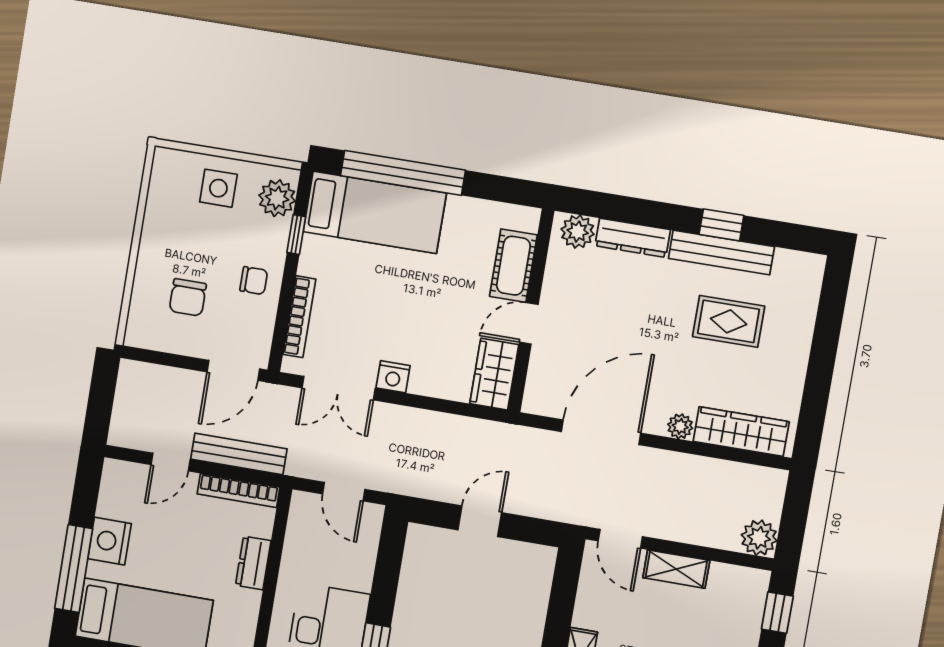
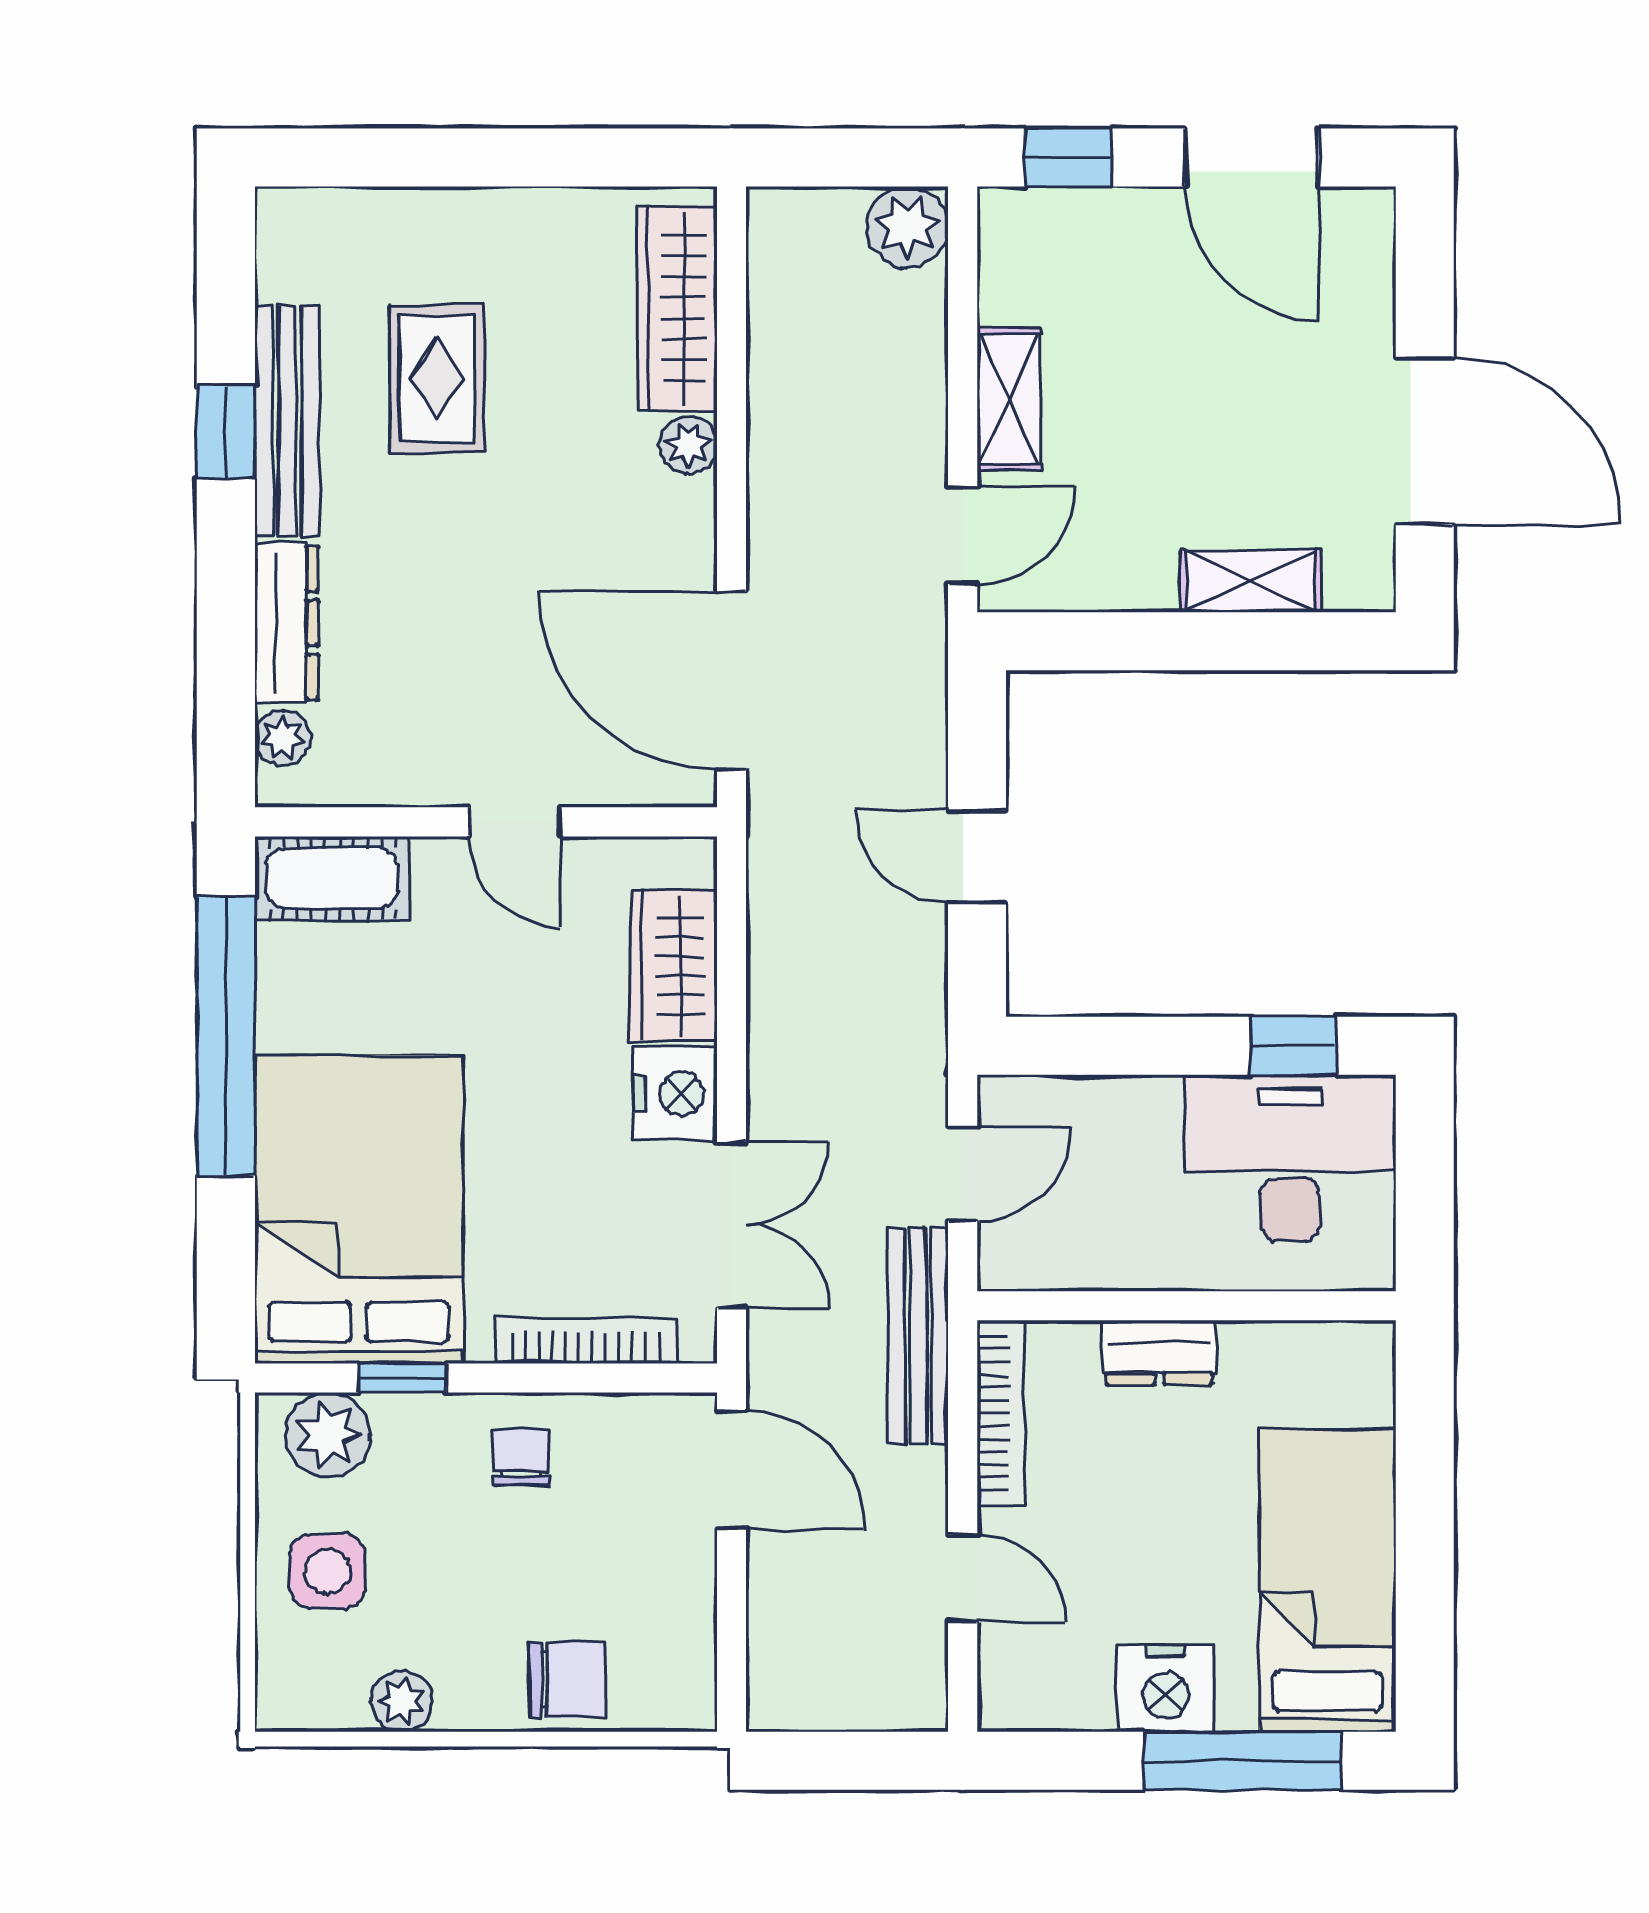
window: (403, 173) -> (226, 1036), moved
plant: (157, 211) -> (402, 1701), added
bed: (375, 212) -> (359, 1209), width x1.50
plant: (578, 232) -> (282, 738), width x0.73, depth x0.73
cot: (513, 266) -> (332, 878), moved
chair: (188, 297) -> (567, 1680), moved
wardrobe: (494, 374) -> (673, 966), moved, turned 90
nightstand: (393, 377) -> (675, 1094), width x1.36, depth x1.33
door: (601, 432) -> (731, 681), moved
bench: (239, 454) -> (918, 1335), moved

